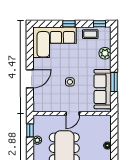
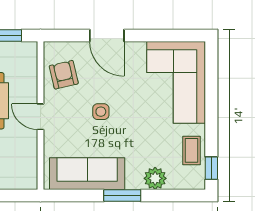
window: (69, 24) -> (211, 110), removed
window: (114, 82) -> (122, 196), moved
armchair: (50, 101) -> (64, 75), added

